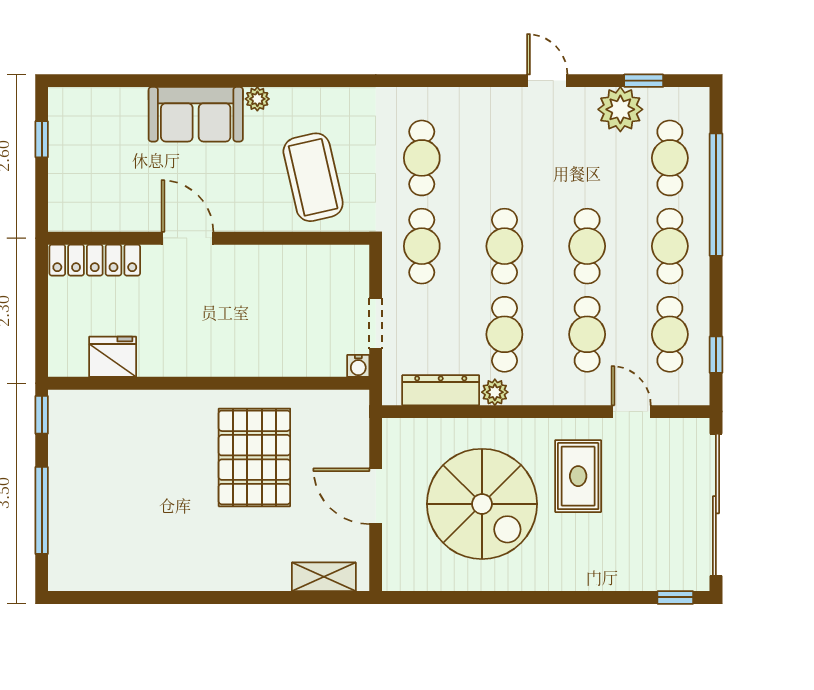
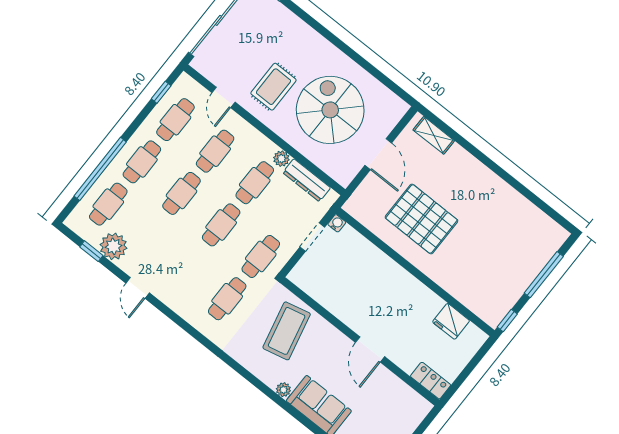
locker: (95, 260) -> (431, 381), width x0.66
pallet: (254, 457) -> (421, 219), turned 90

